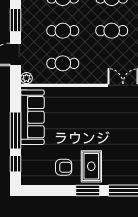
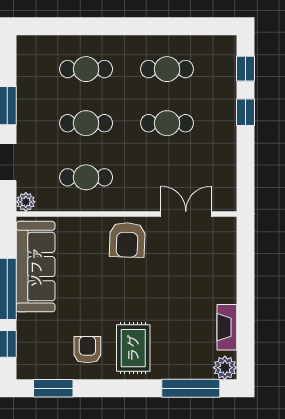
armchair: (88, 101) -> (127, 240), added
armchair: (64, 167) -> (87, 350), turned -90
window: (88, 191) -> (53, 388), moved

